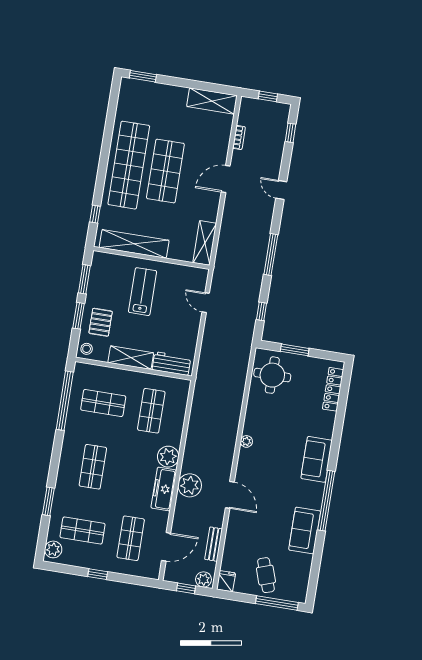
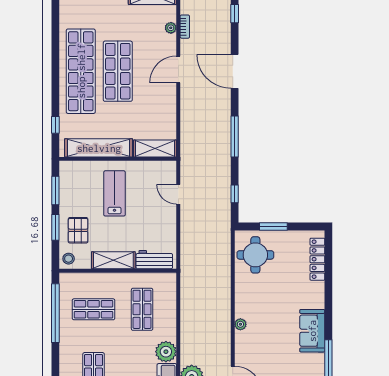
plant: (225, 136) -> (171, 28), added
door: (281, 190) -> (235, 71), width x1.88
shelving: (205, 243) -> (155, 149), moved, turned 90

